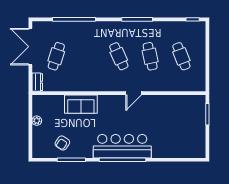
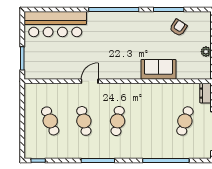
cafe table: (119, 56) -> (118, 121), turned 33
door: (134, 93) -> (90, 81), moved
bar counter: (122, 146) -> (55, 24), moved

